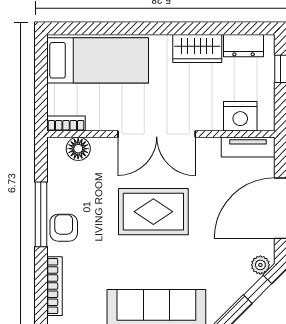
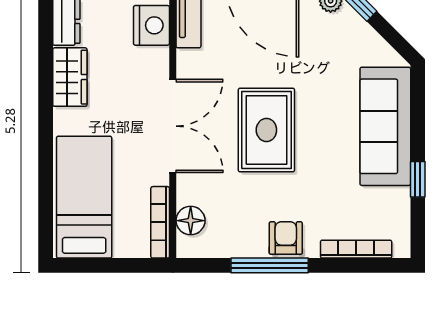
bookcase: (66, 123) -> (160, 222), width x1.56
armchair: (64, 228) -> (286, 238), turned 90

